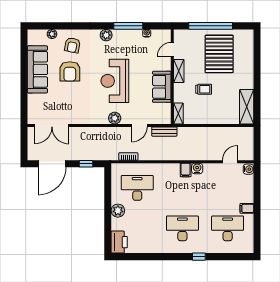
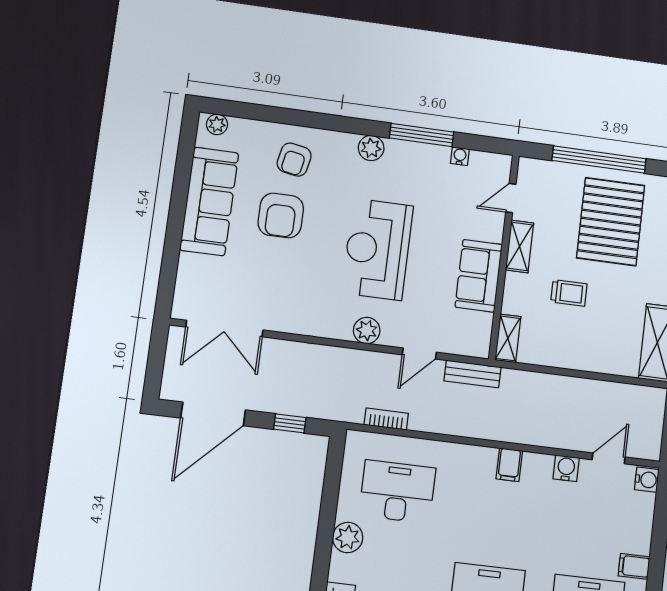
plant: (52, 34) -> (217, 124), moved
water cooler: (197, 168) -> (566, 468), moved

